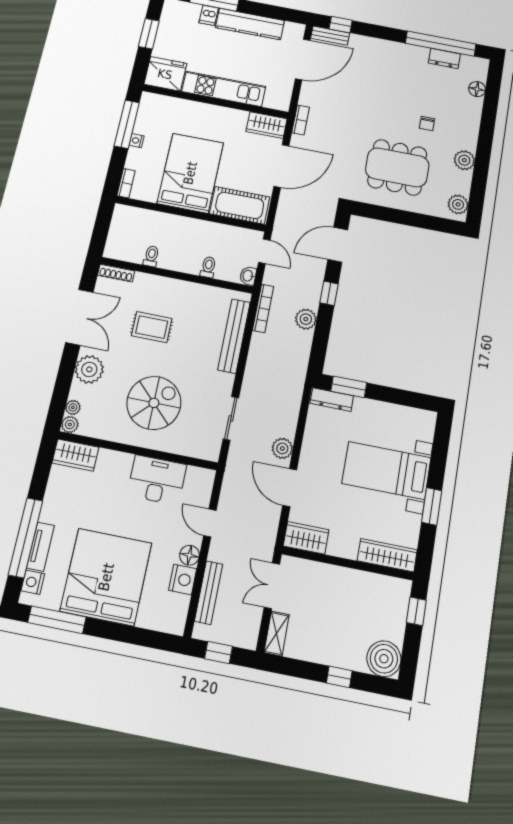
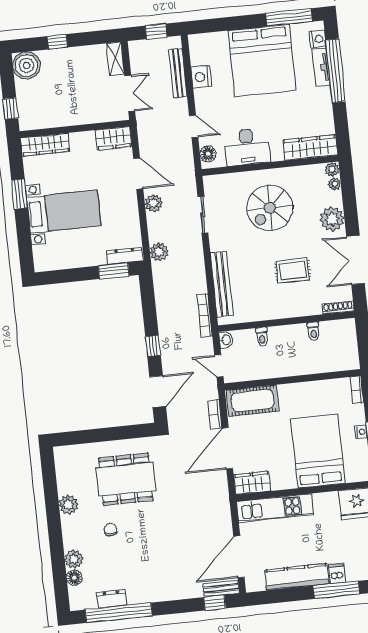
kitchen unit: (224, 89) -> (275, 508), moved
bookcase: (301, 120) -> (215, 414), moved
bed: (190, 173) -> (318, 451), moved, turned 180
plant: (458, 204) -> (74, 559), moved
plant: (306, 319) -> (159, 252), moved
wardrobe: (75, 455) -> (310, 147), width x1.50
floor lamp: (189, 555) -> (208, 154), moved

